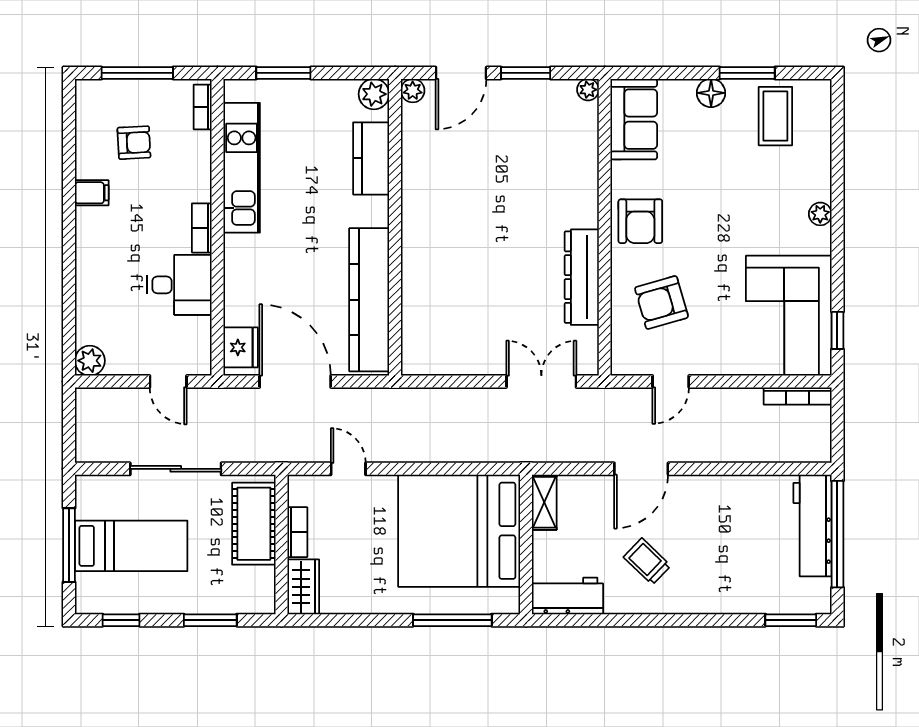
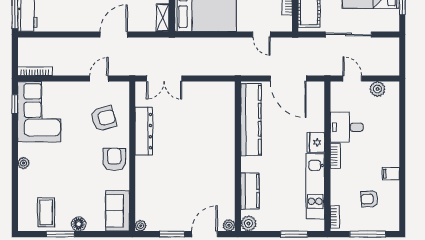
fridge: (241, 347) -> (316, 142), moved
plant: (90, 361) -> (377, 89), moved

